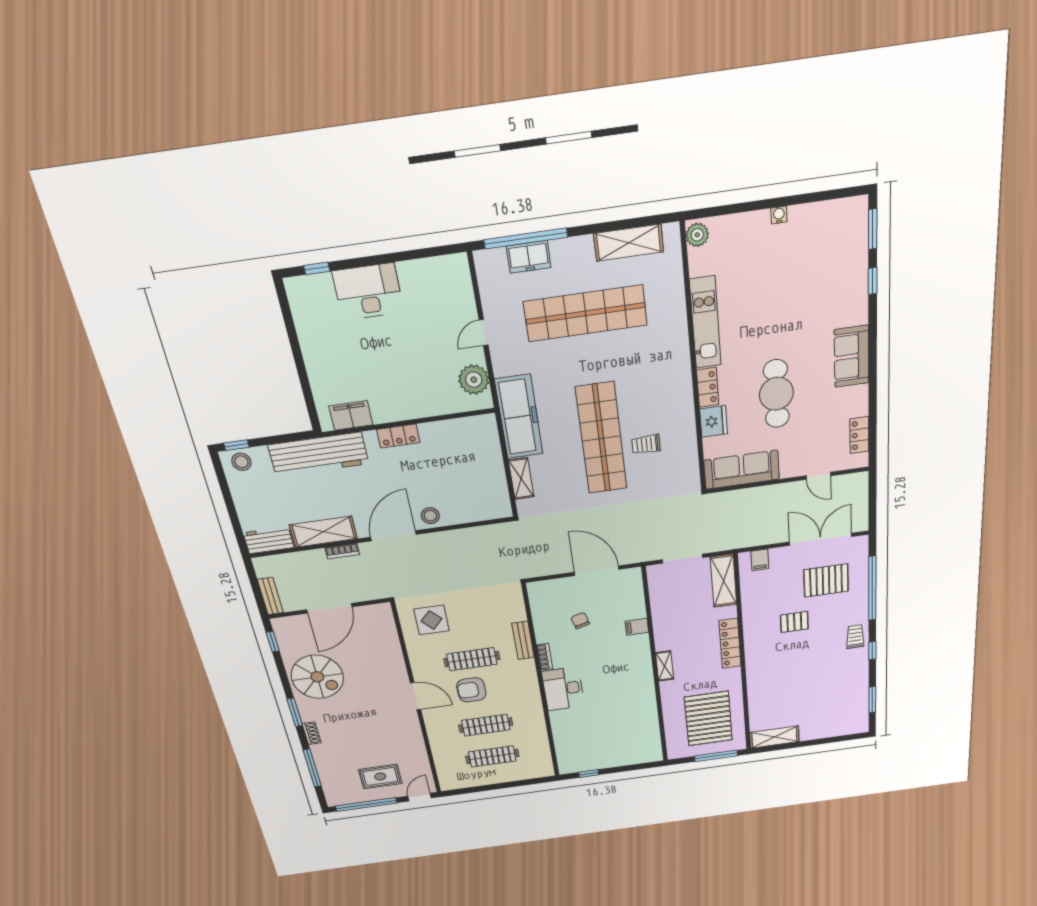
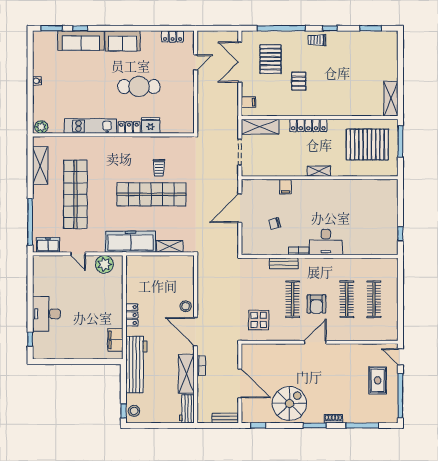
freezer: (529, 257) -> (48, 245), moved, turned -90
sofa: (742, 470) -> (81, 41), moved, turned -90

